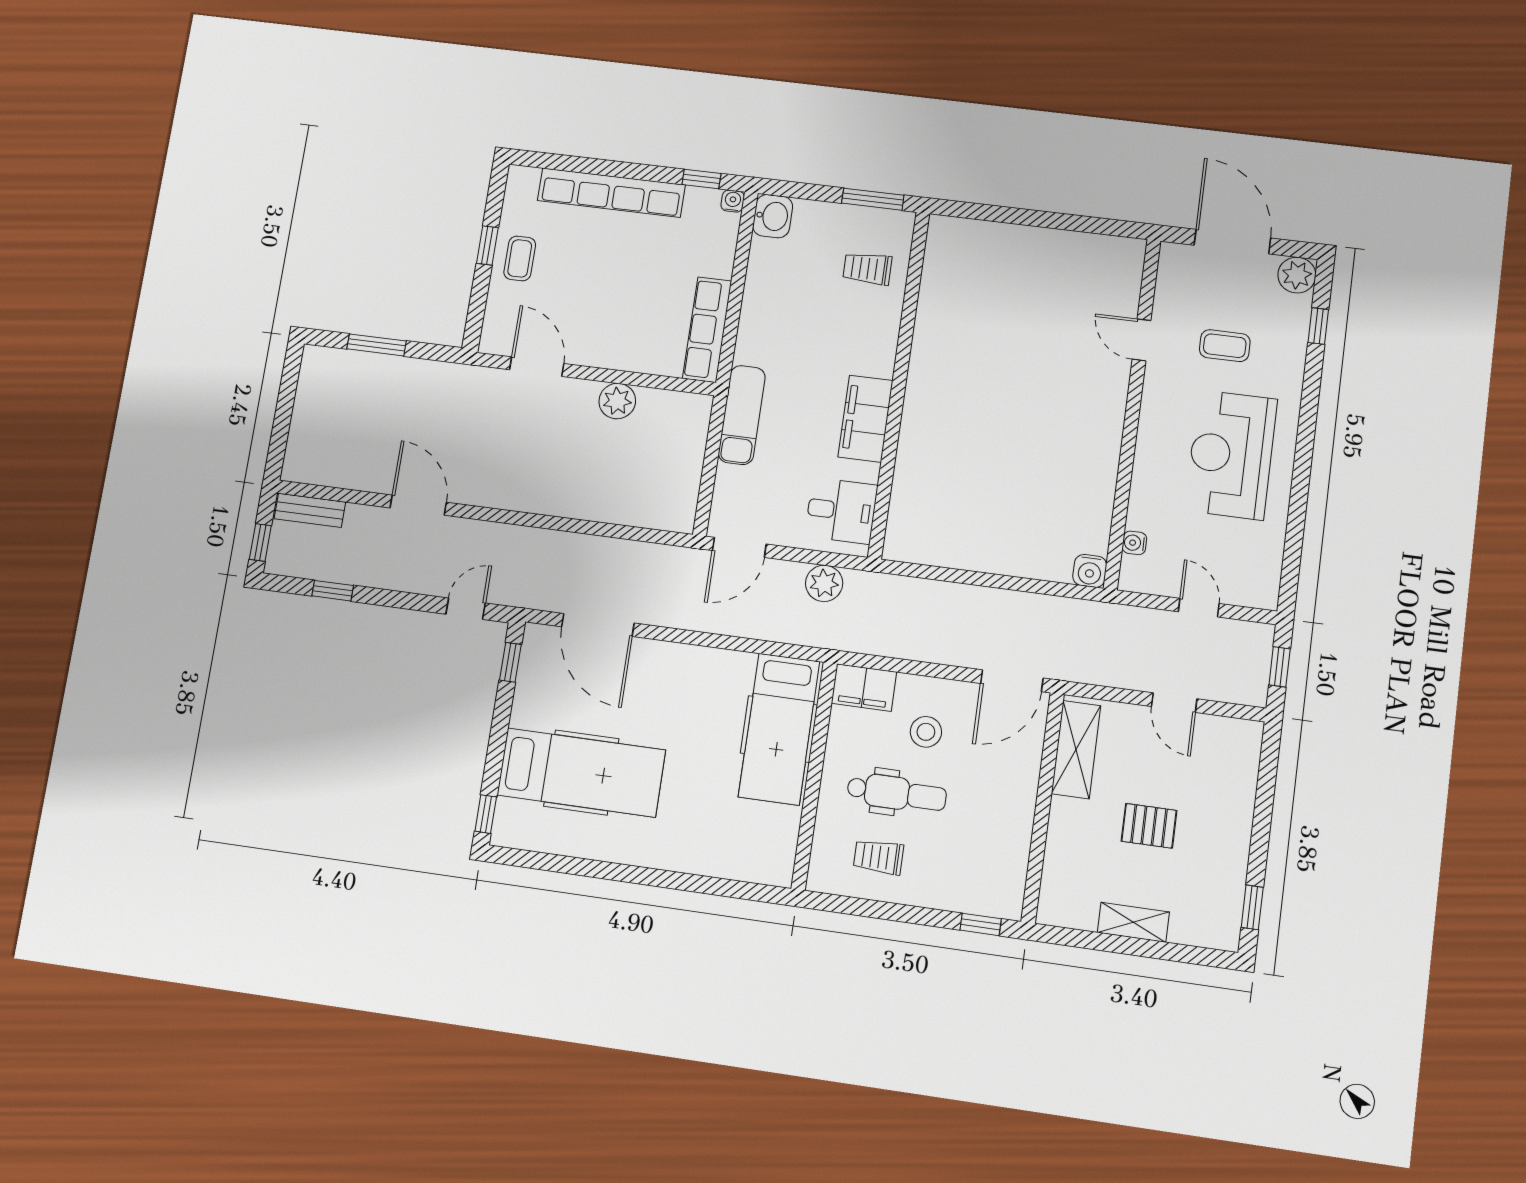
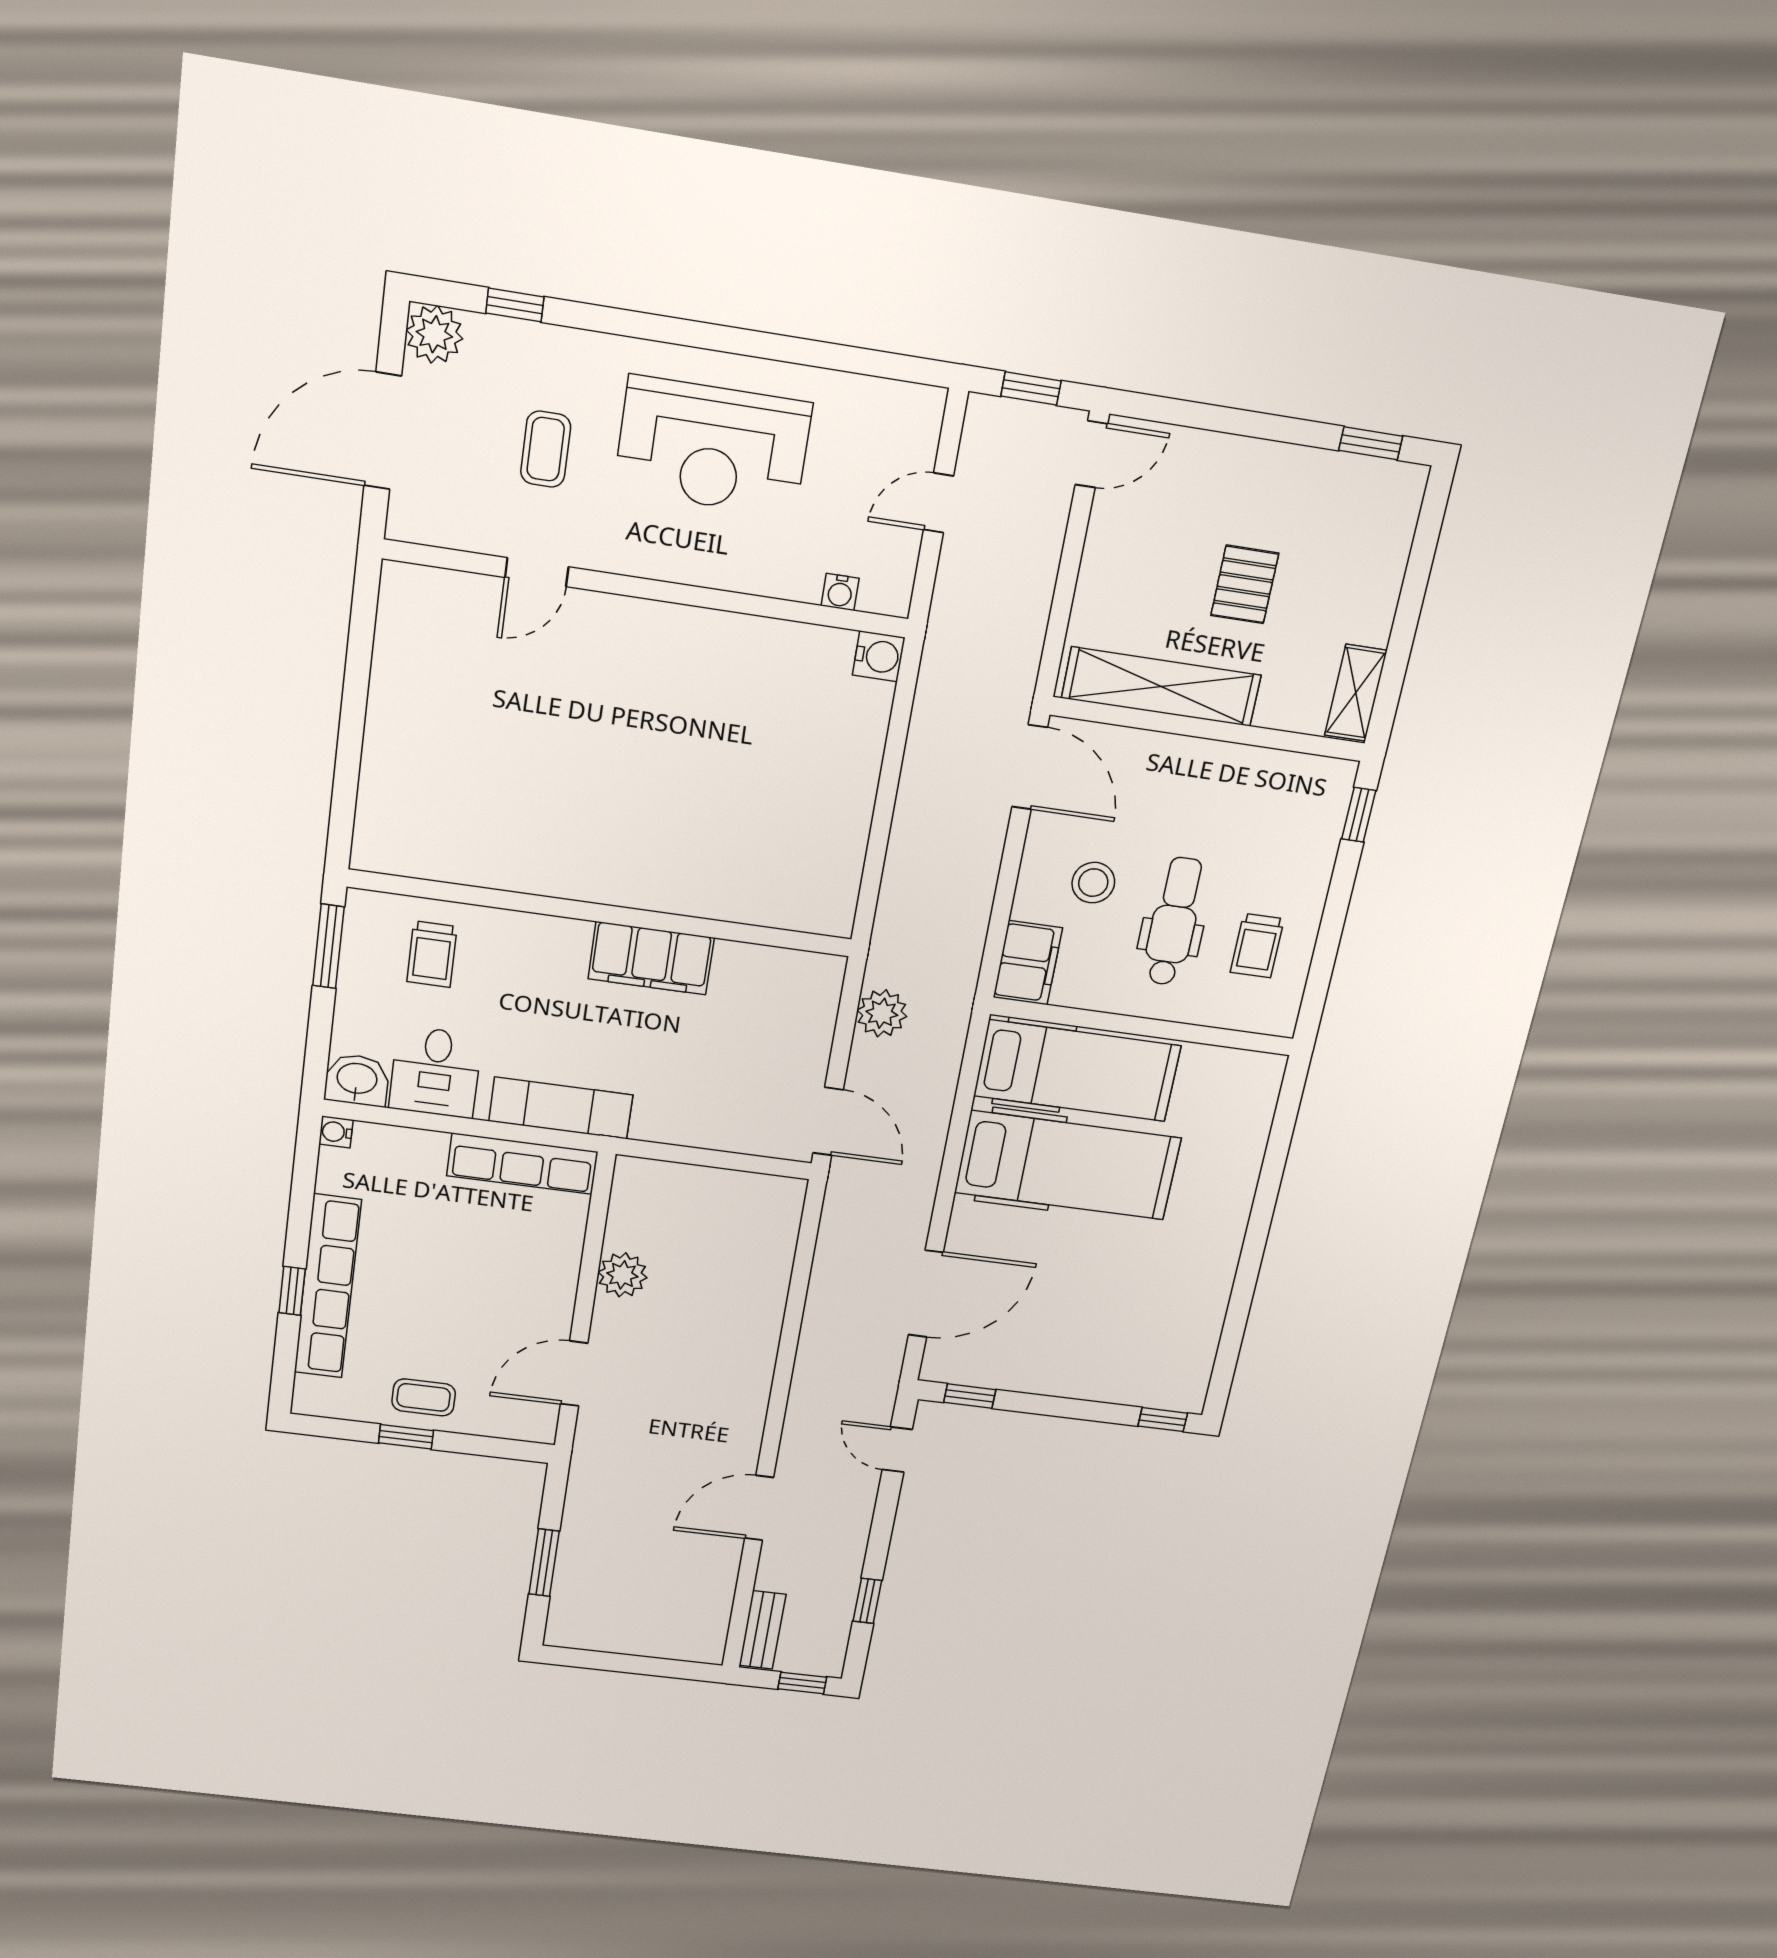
window: (701, 179) -> (292, 1291), moved
exam couch: (742, 415) -> (561, 1108), moved
desk: (841, 511) -> (435, 1072), moved, turned 180
door: (1174, 703) -> (1091, 454), moved
shelving: (1076, 750) -> (1161, 687), width x1.47
hospital bed: (581, 773) -> (1068, 1165), moved, turned 90
shelving: (1133, 922) -> (1356, 693), moved

